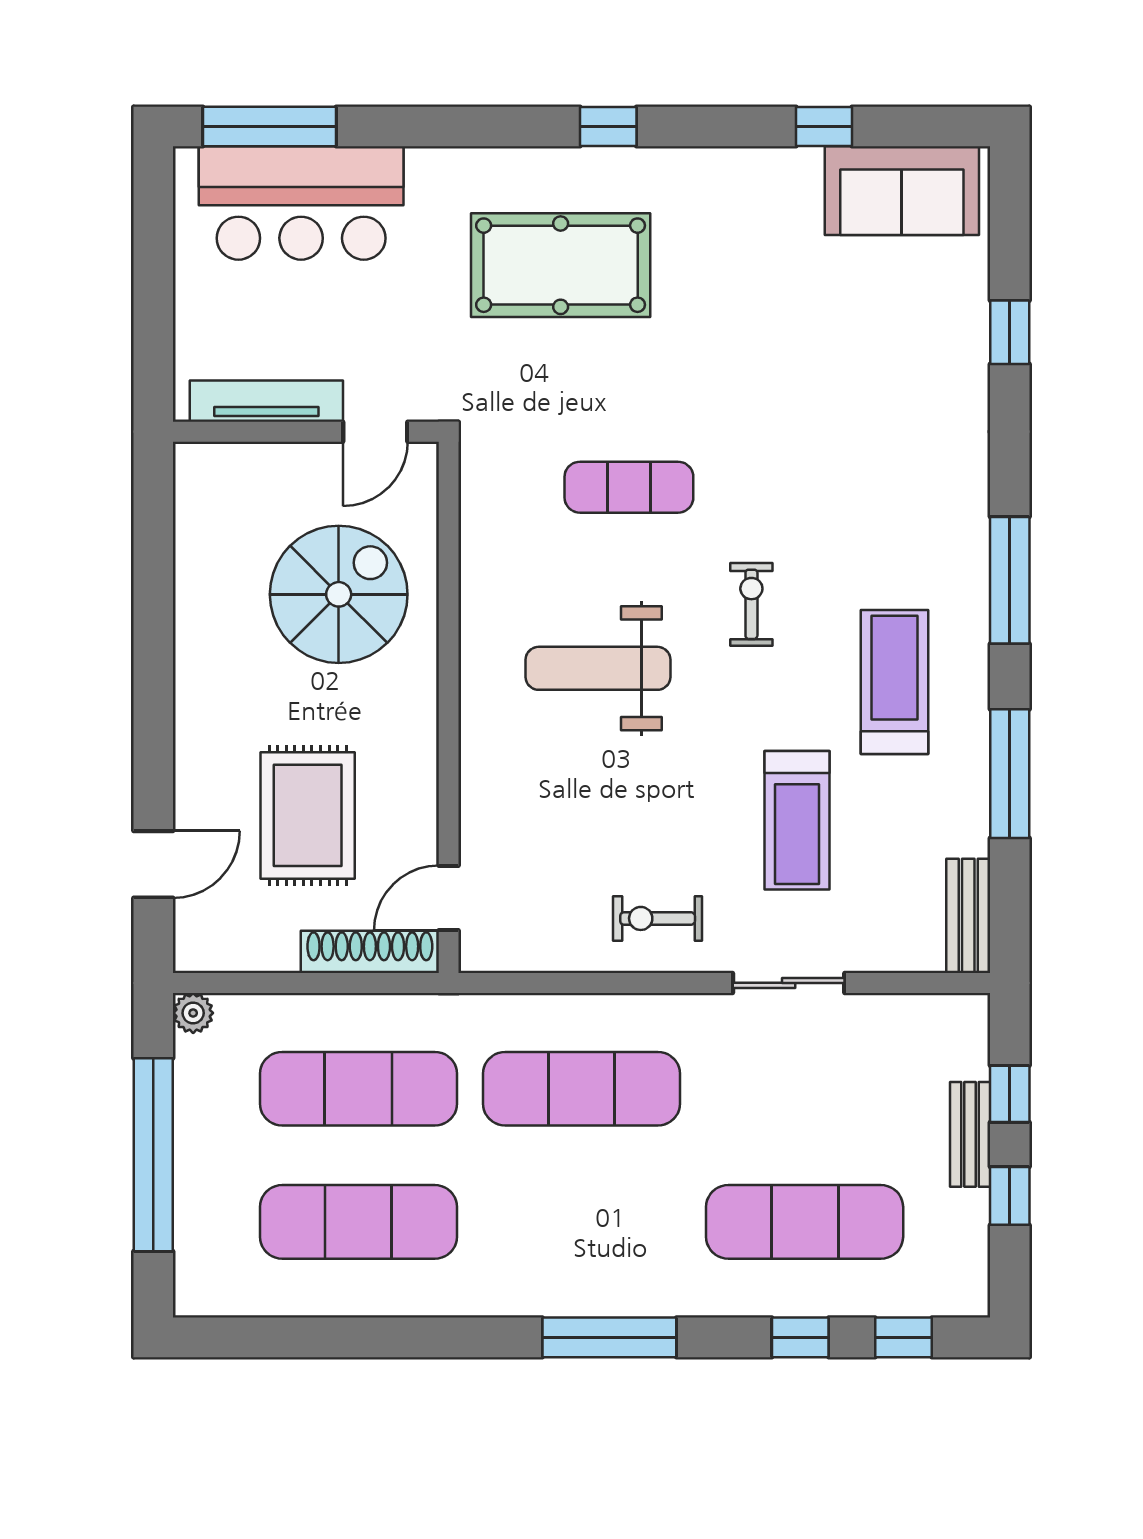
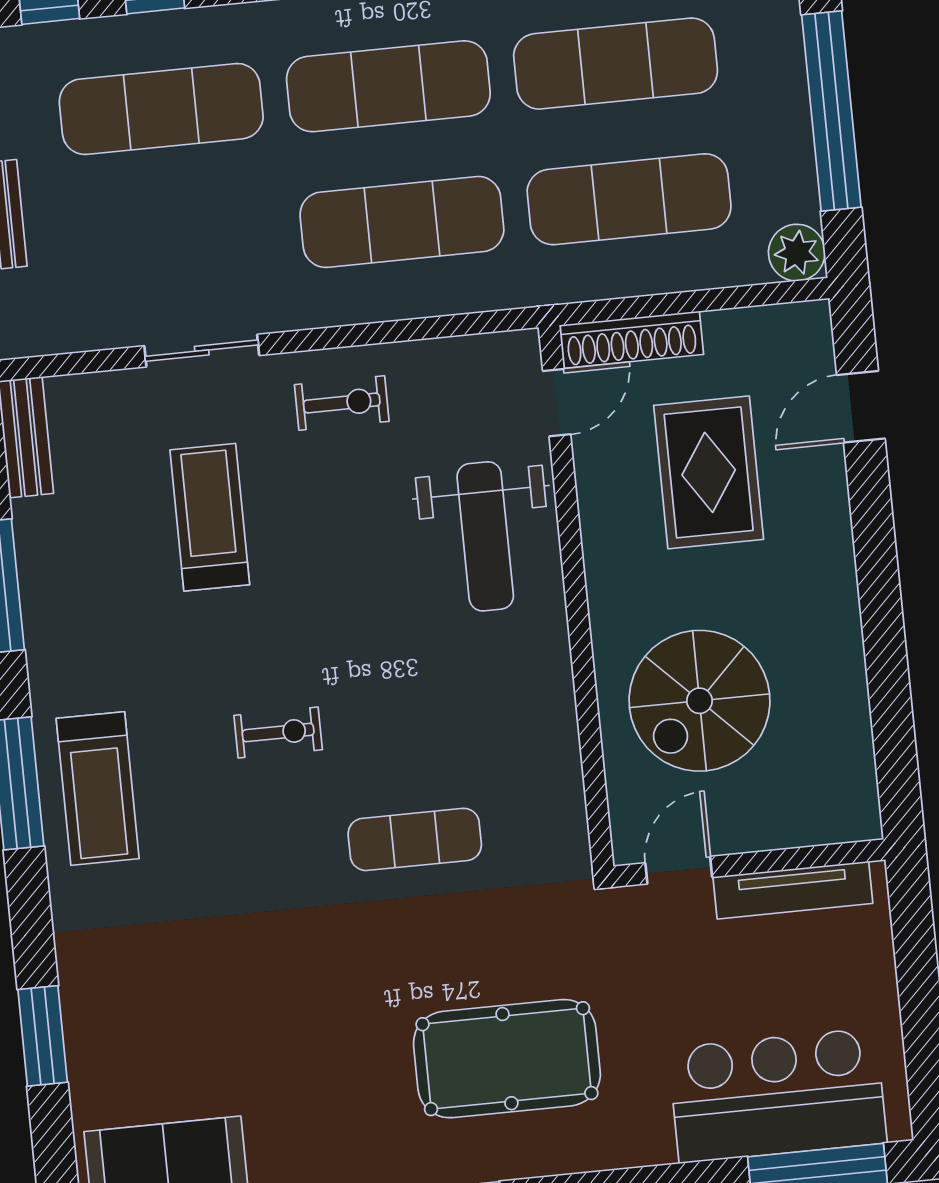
window: (1010, 332) -> (43, 1036), width x1.50
exercise bike: (751, 604) -> (278, 733), turned -90
weight bench: (598, 668) -> (485, 536), moved, turned 90
treadmill: (894, 682) -> (98, 789), moved
plant: (193, 1013) -> (797, 253), width x1.38, depth x1.38
exercise mat: (582, 1222) -> (388, 86), added

